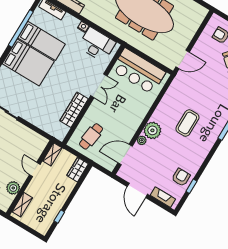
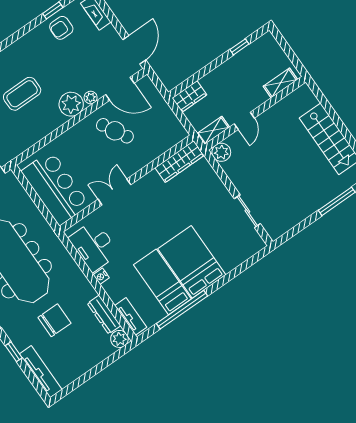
wardrobe: (74, 110) -> (180, 162), moved
cafe table: (91, 136) -> (115, 131), moved, turned 53
plant: (13, 188) -> (221, 152), moved
door: (137, 190) -> (134, 50), moved

